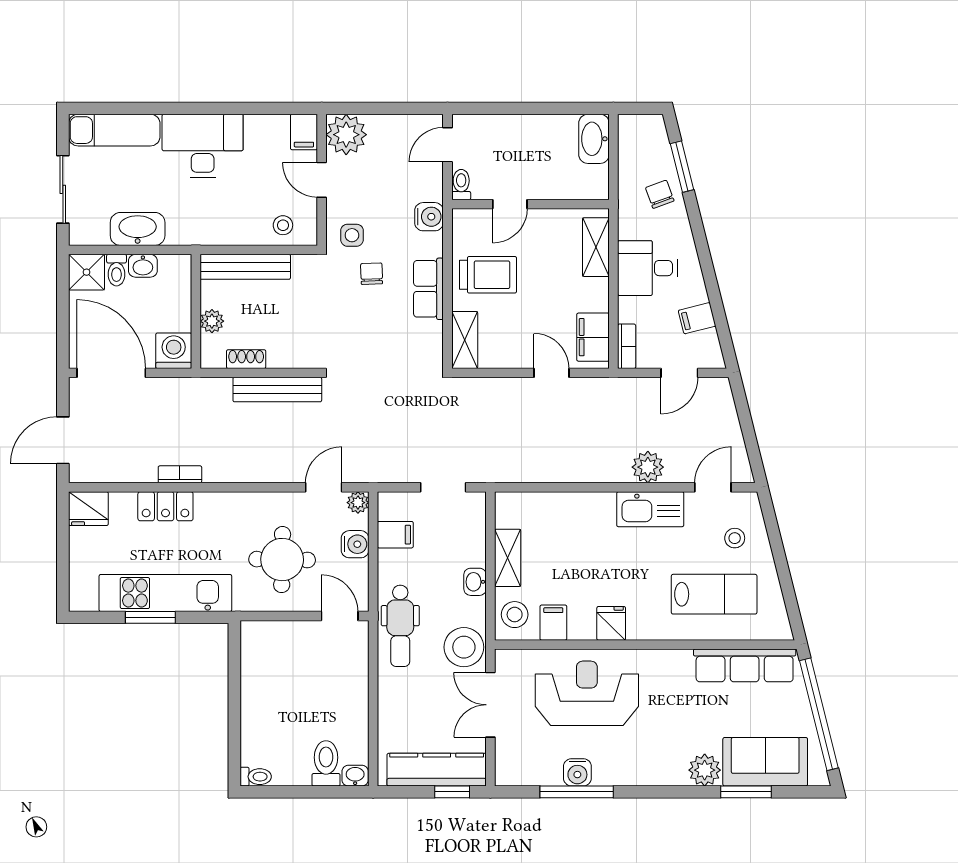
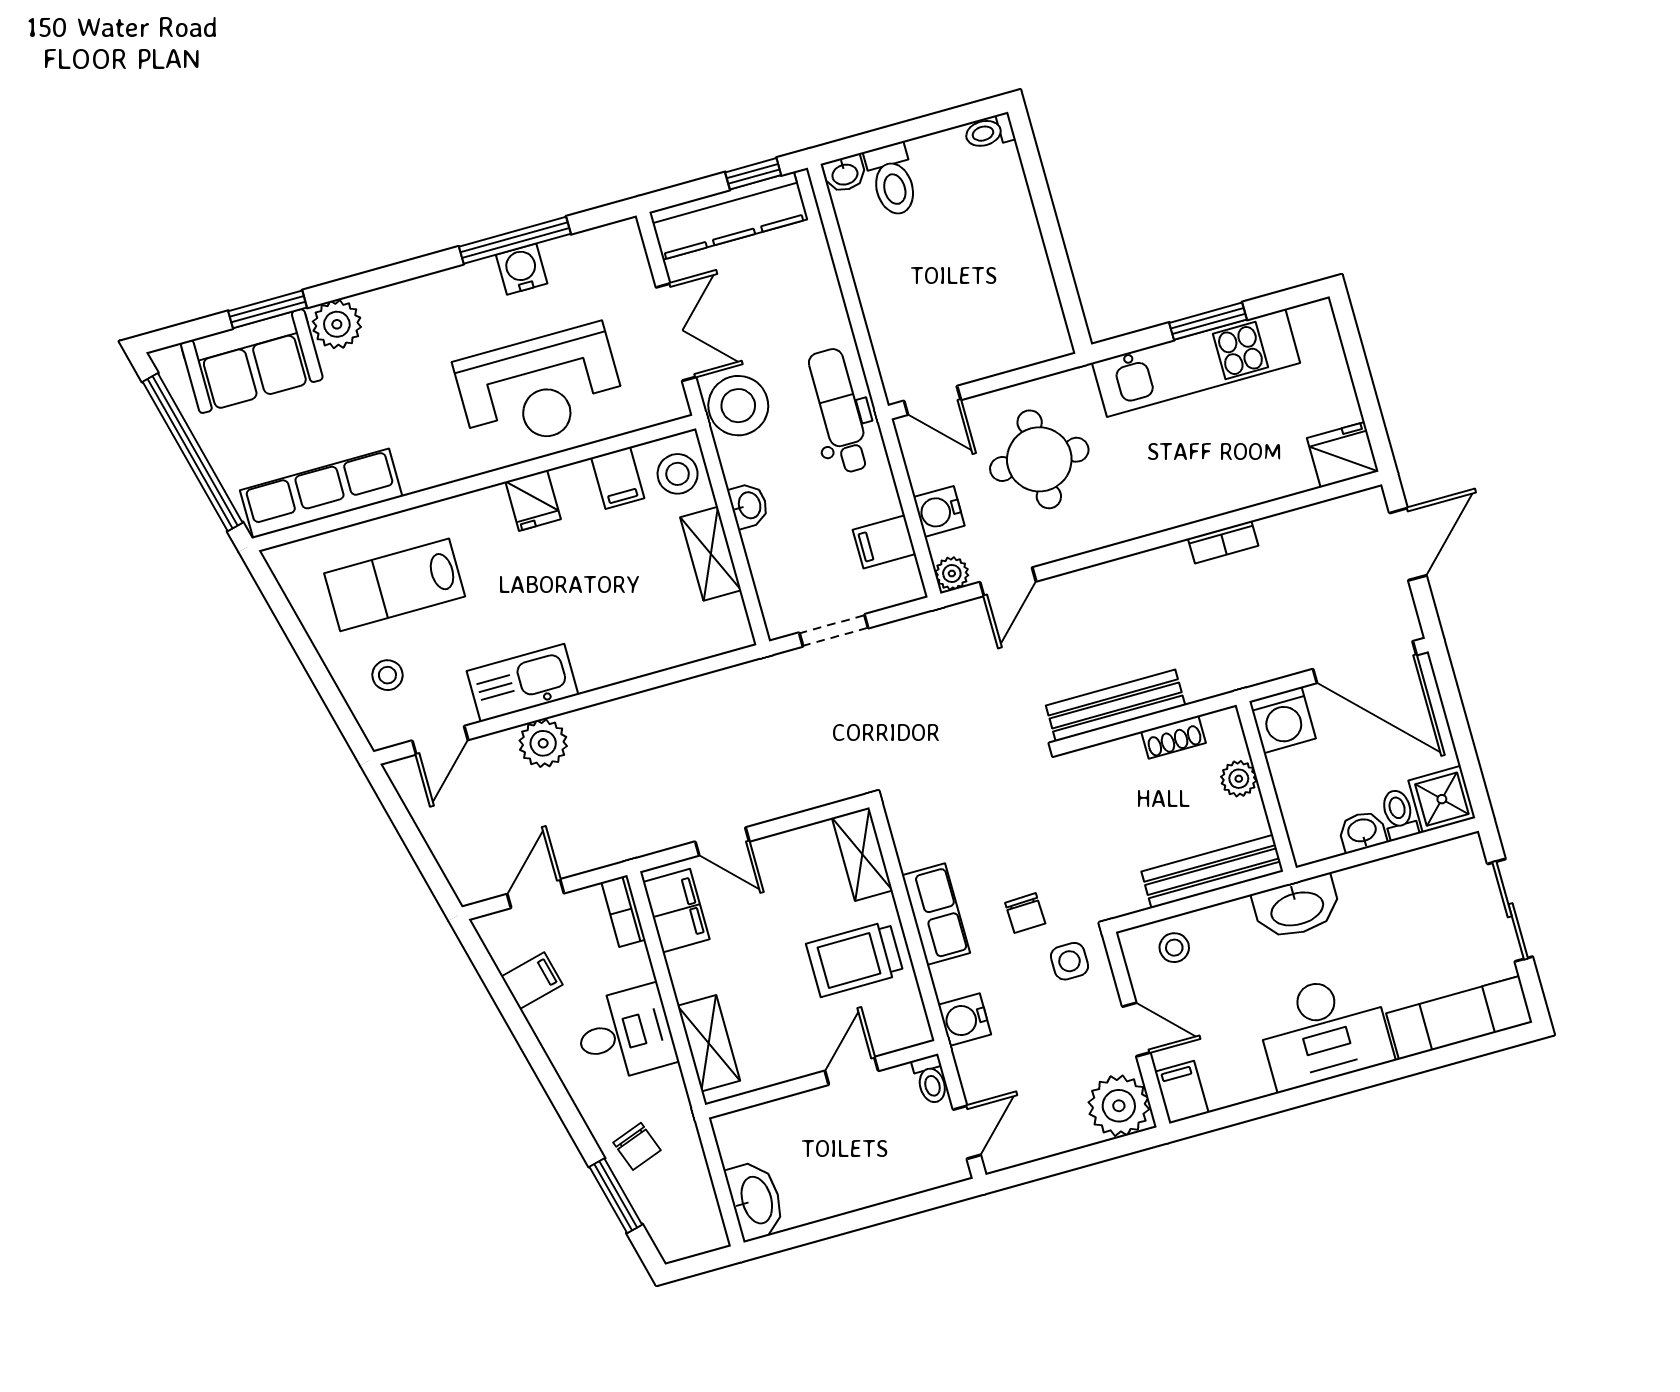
washbasin: (138, 229) -> (1297, 907), moved
locker: (165, 506) -> (1231, 490), removed
window: (452, 792) -> (753, 174), moved

